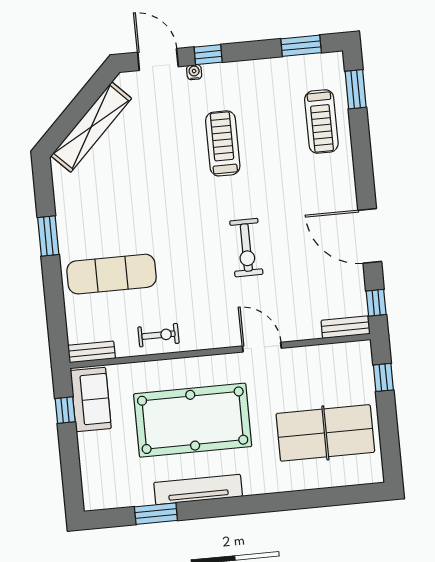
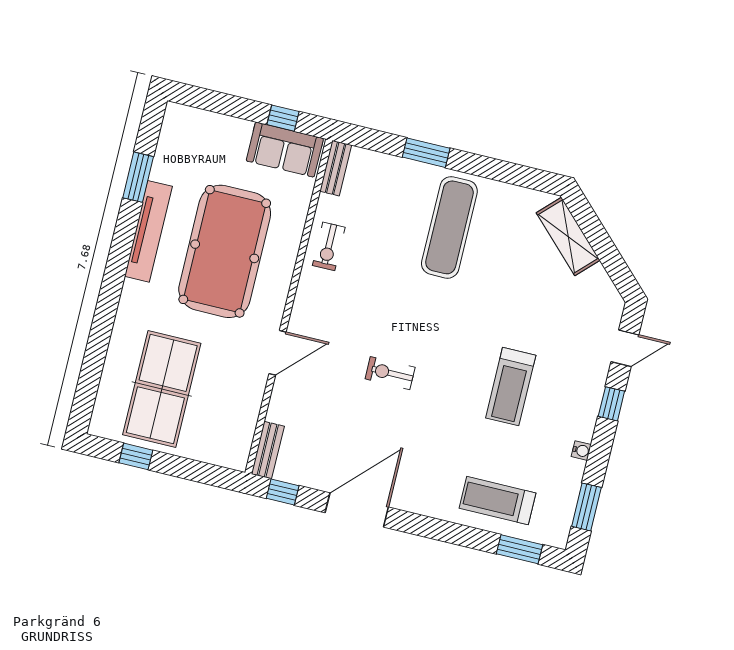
door: (158, 59) -> (625, 348), width x0.73
water cooler: (194, 72) -> (581, 451), moved
shelving: (91, 127) -> (568, 237), width x0.68
treadmill: (223, 143) -> (511, 387), turned 90
window: (48, 236) -> (426, 153), moved
exercise bike: (246, 248) -> (390, 373), width x0.73, depth x0.72
exercise mat: (112, 274) -> (449, 227), moved
window: (383, 377) -> (136, 456), moved

